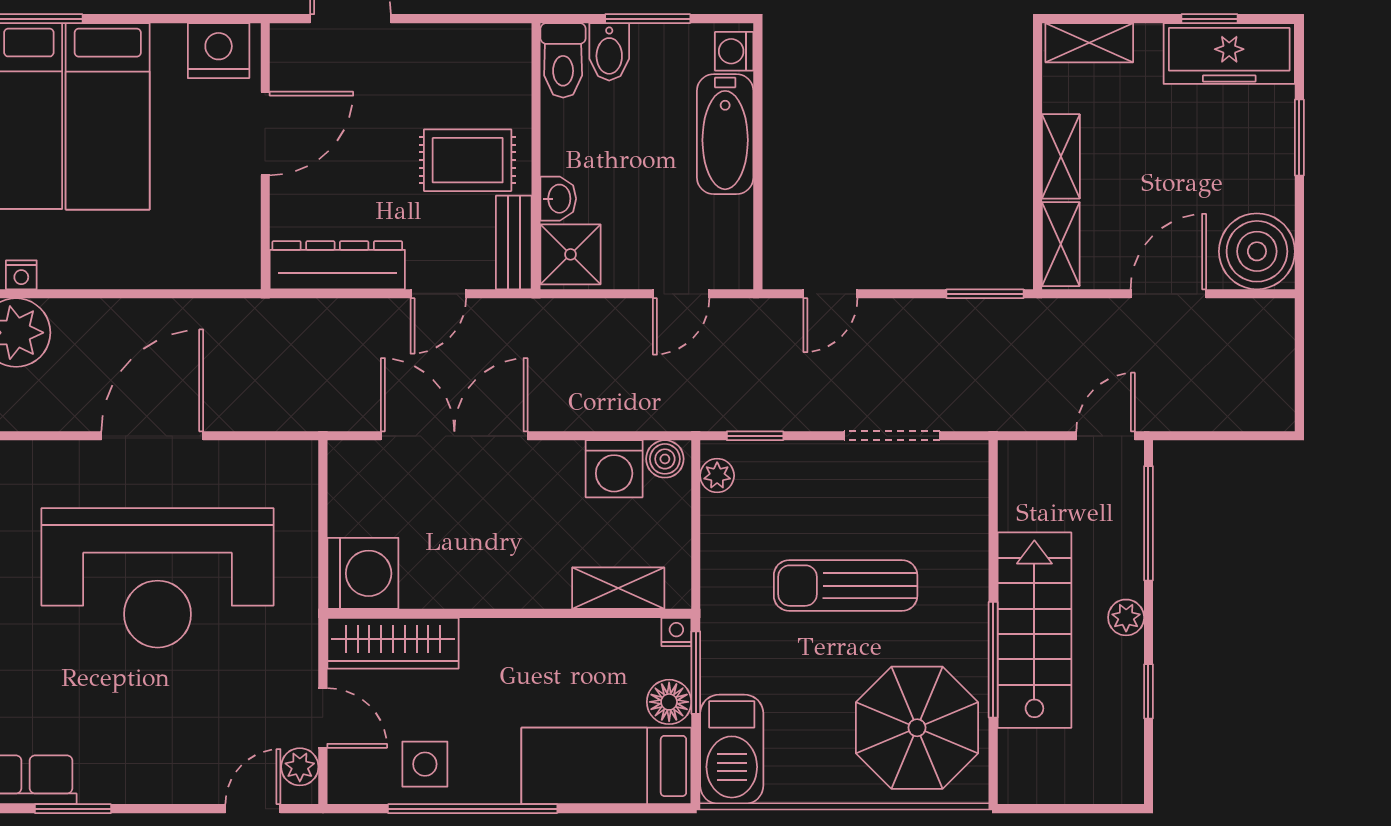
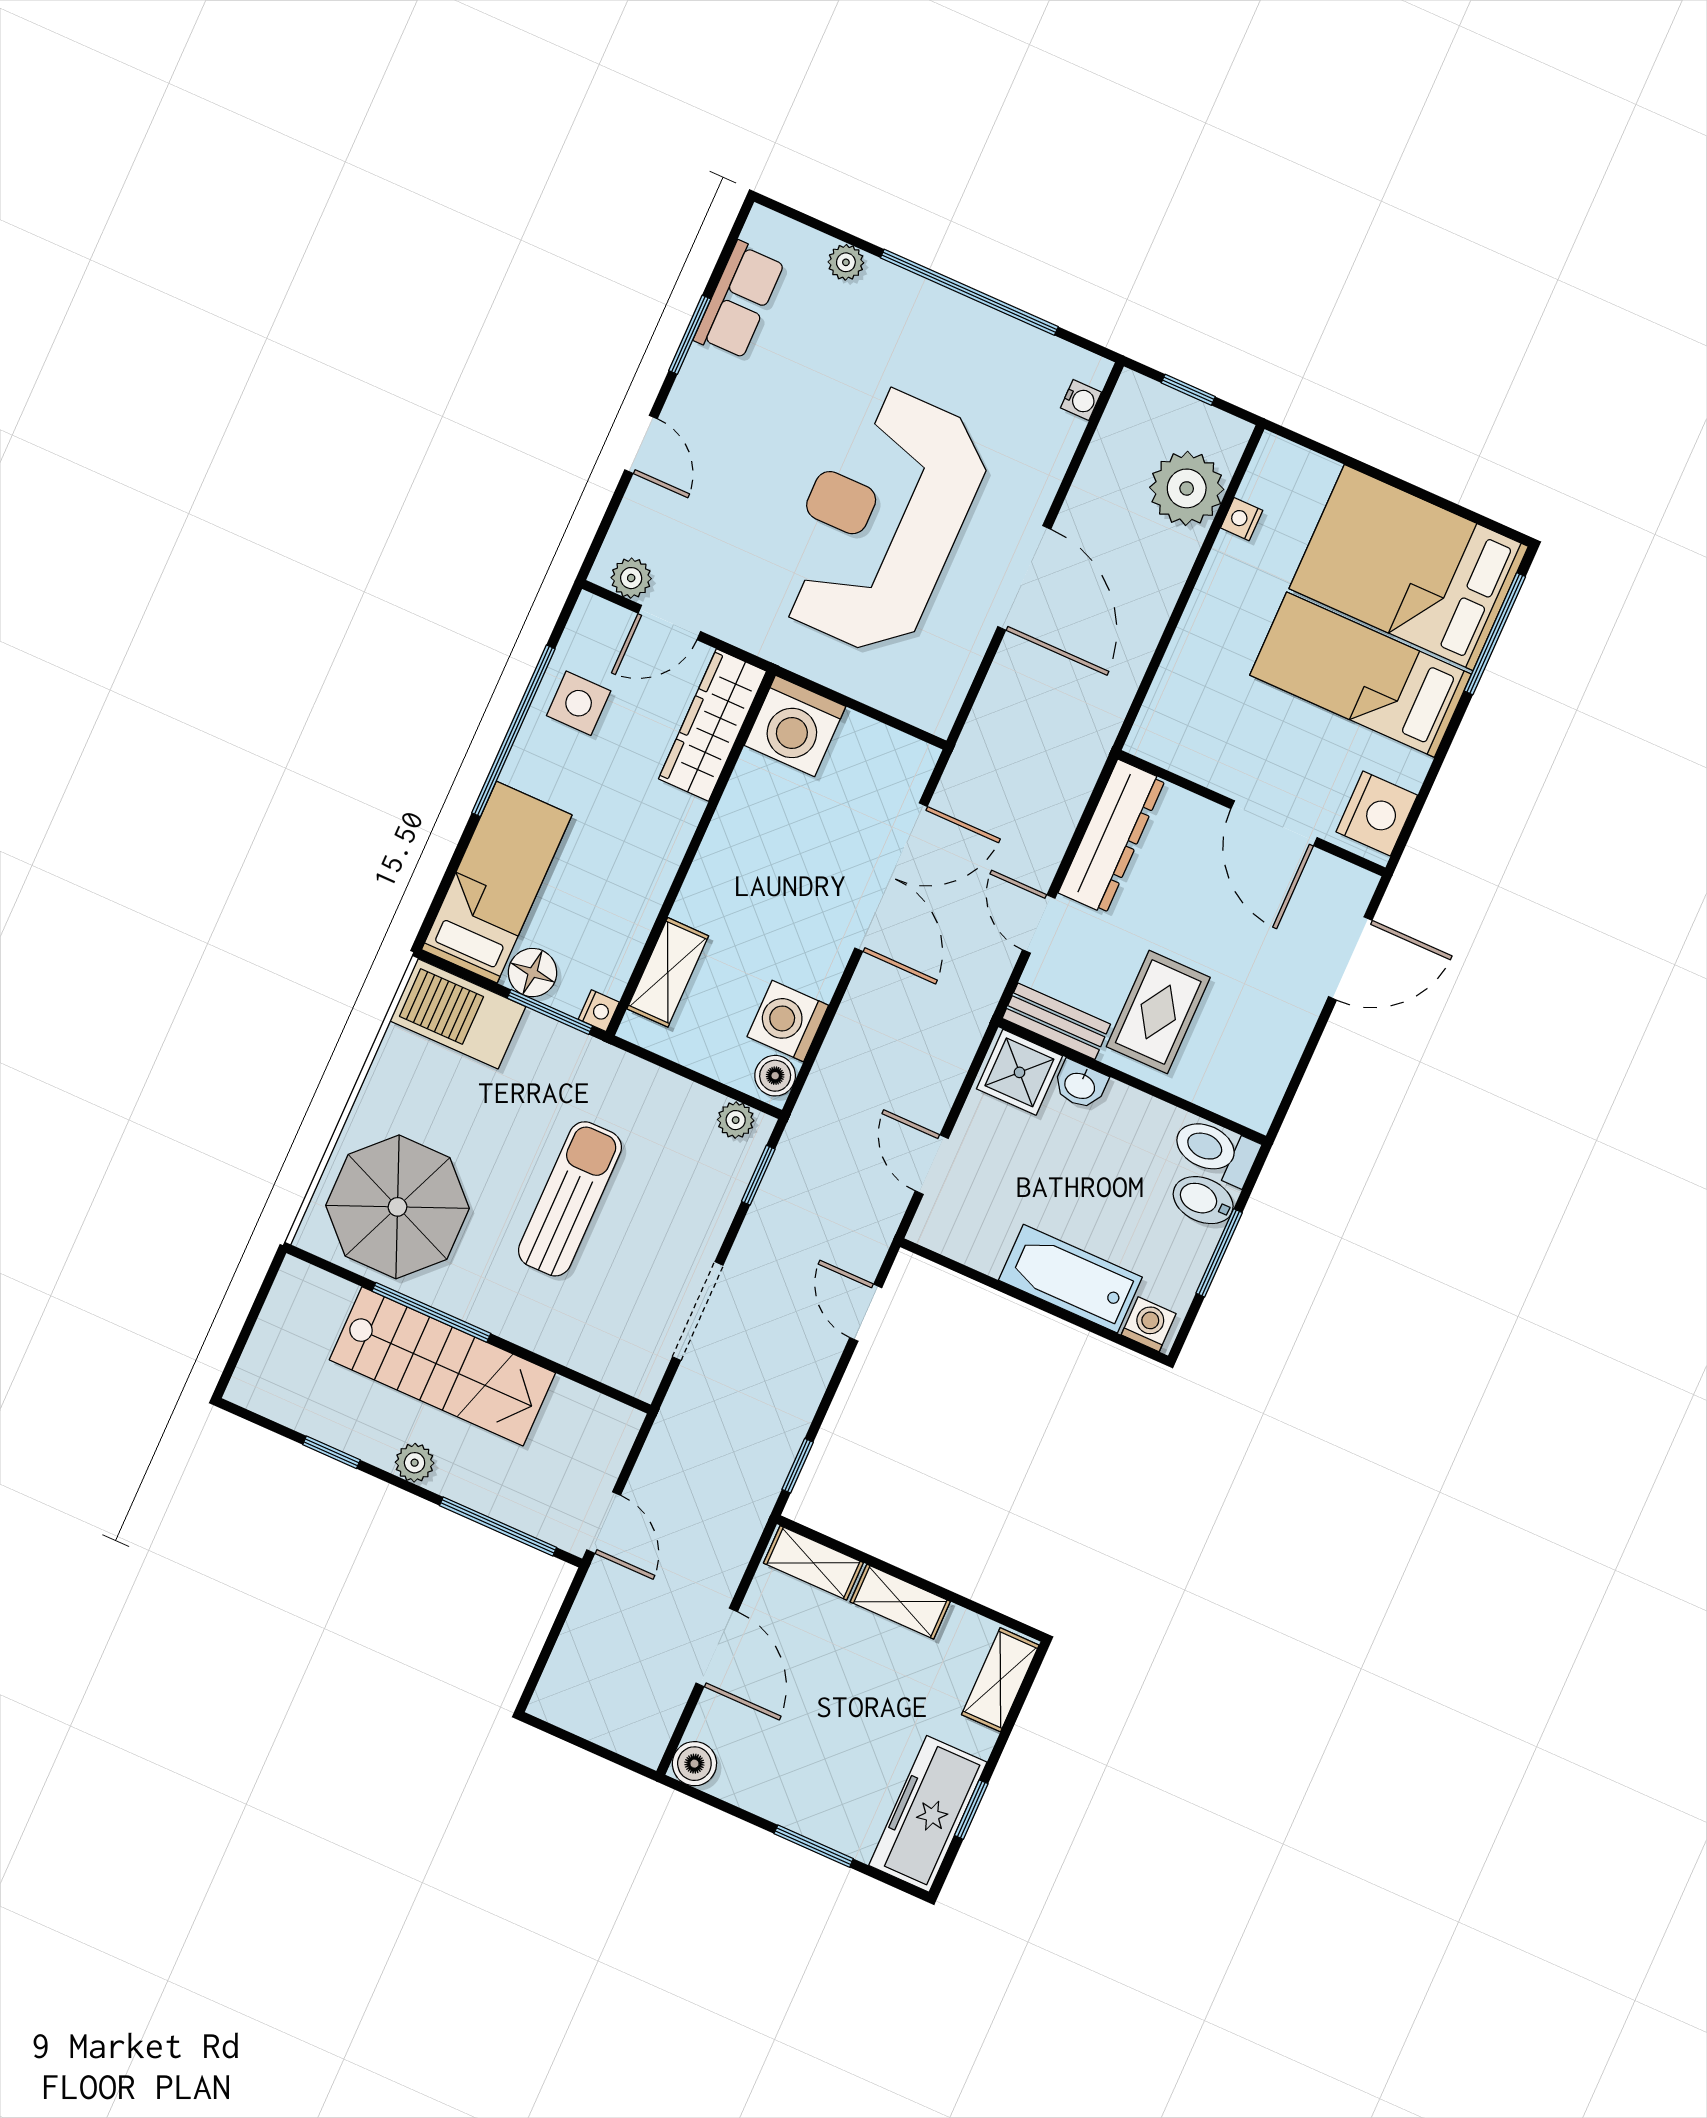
boiler: (1257, 251) -> (694, 1764), width x0.54, depth x0.54
window: (985, 294) -> (798, 1466), width x0.67
door: (253, 809) -> (641, 444), moved

